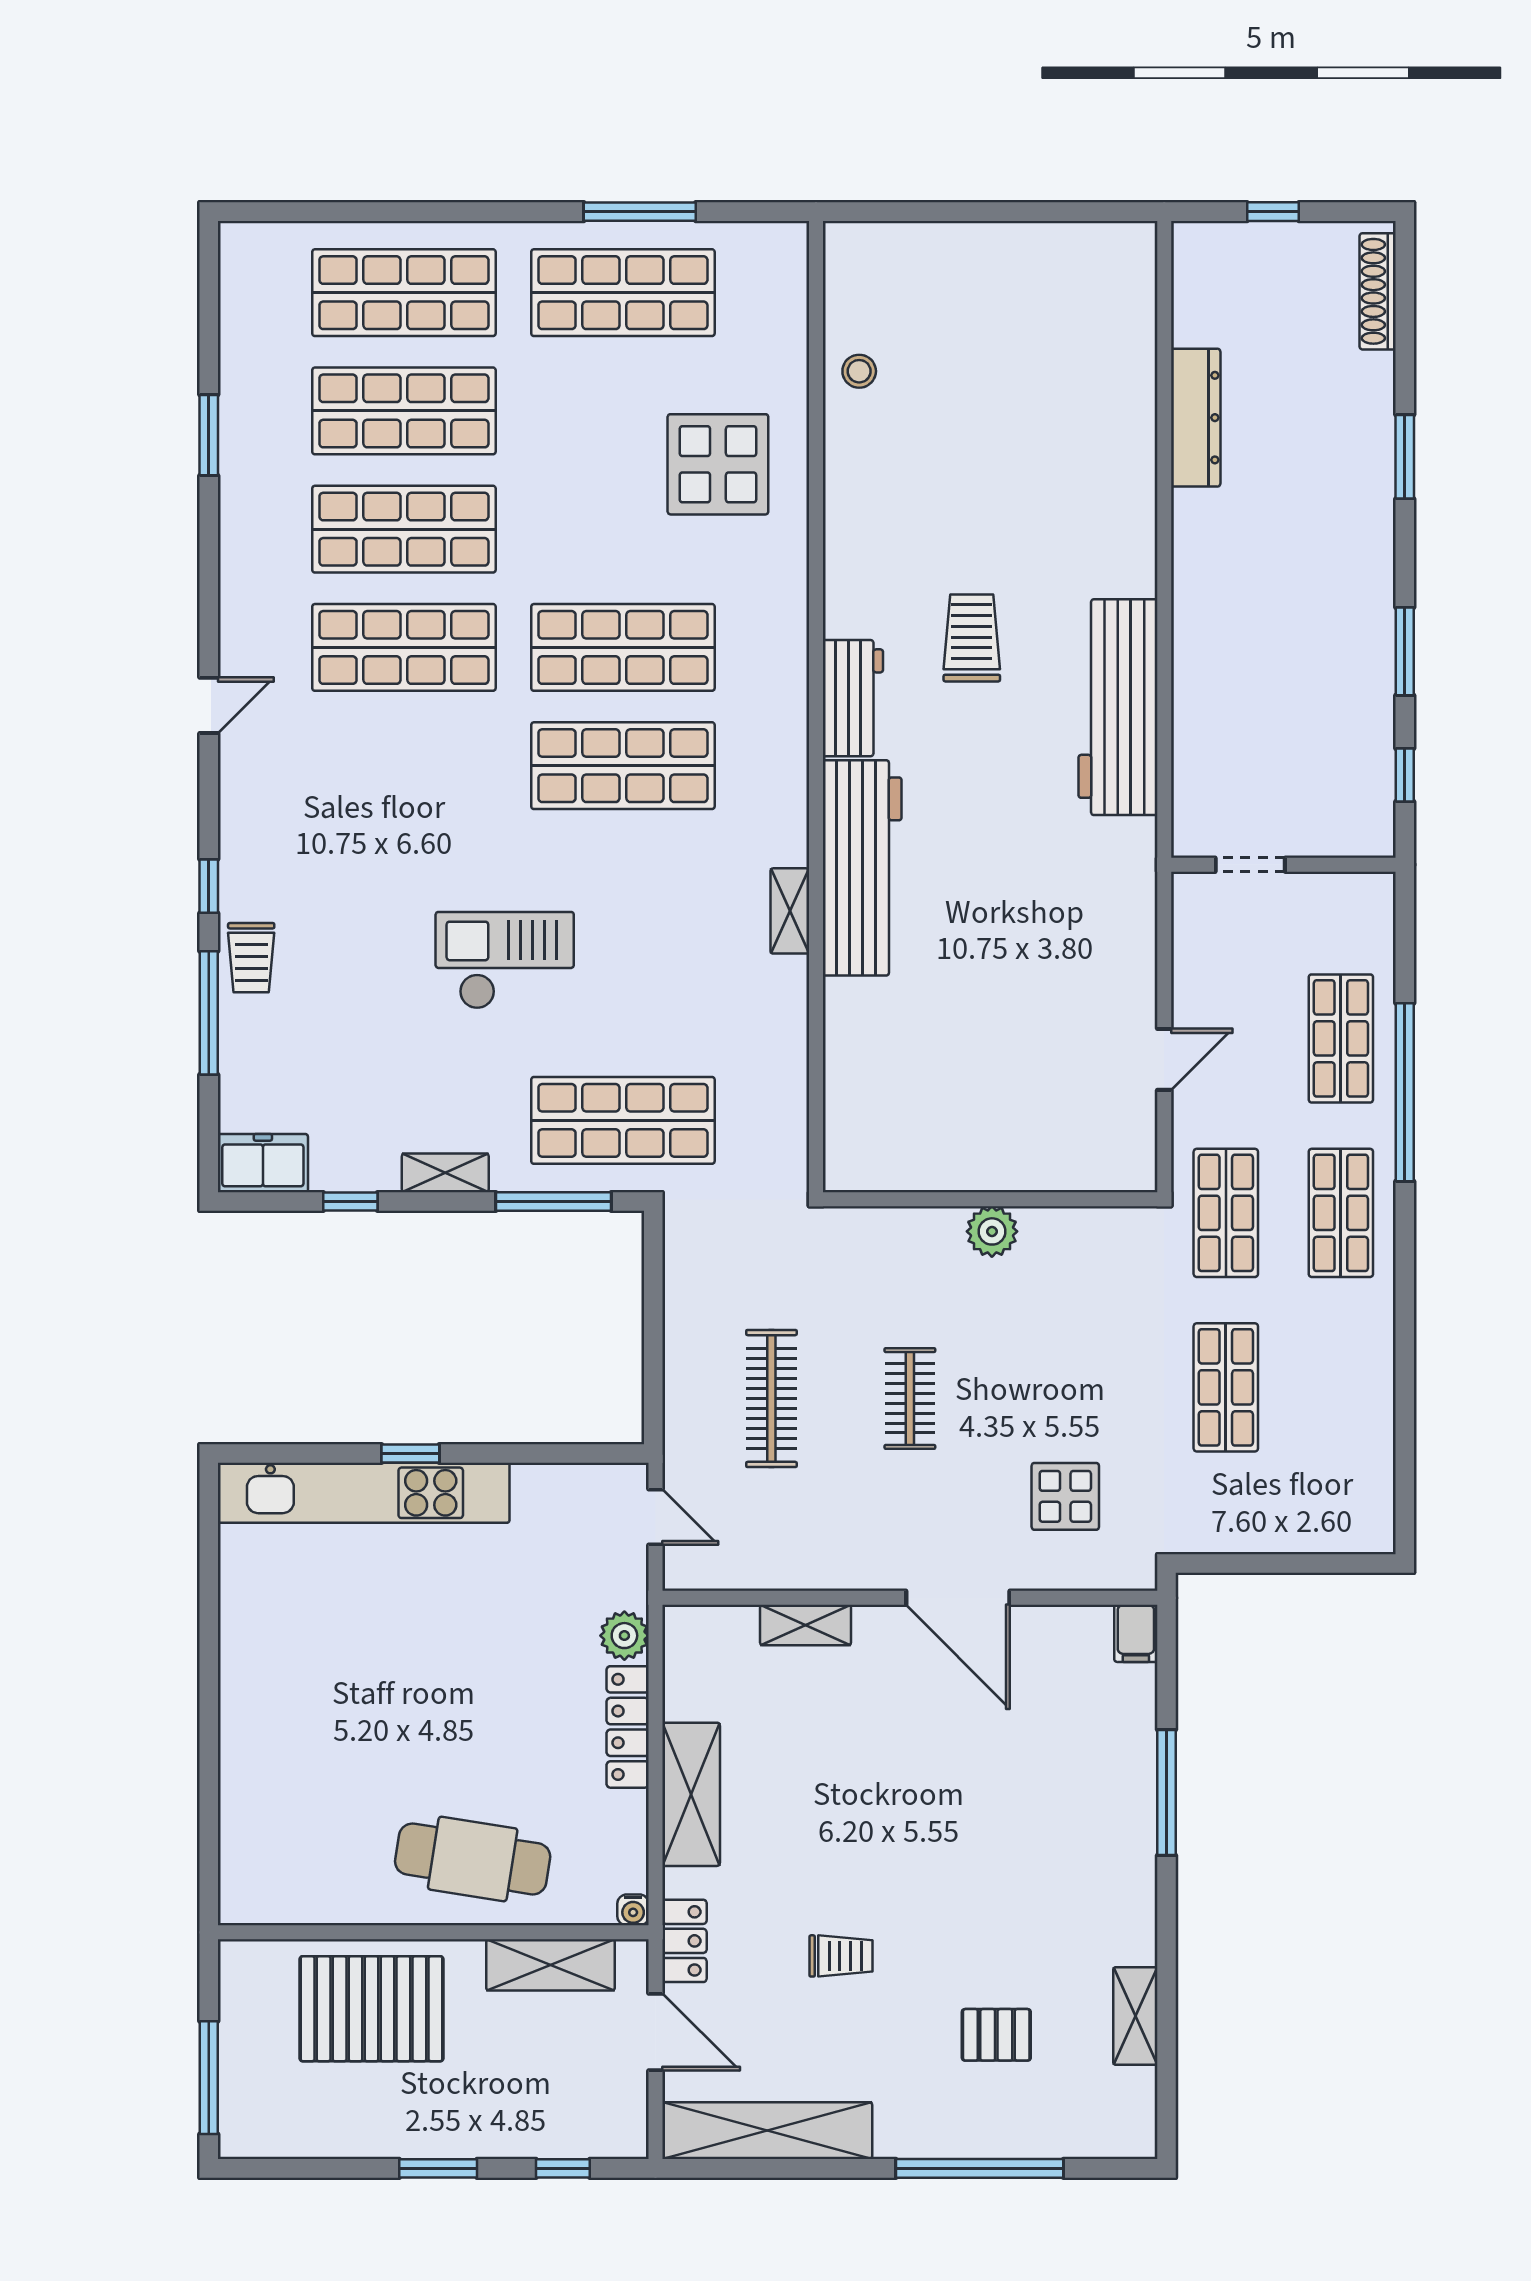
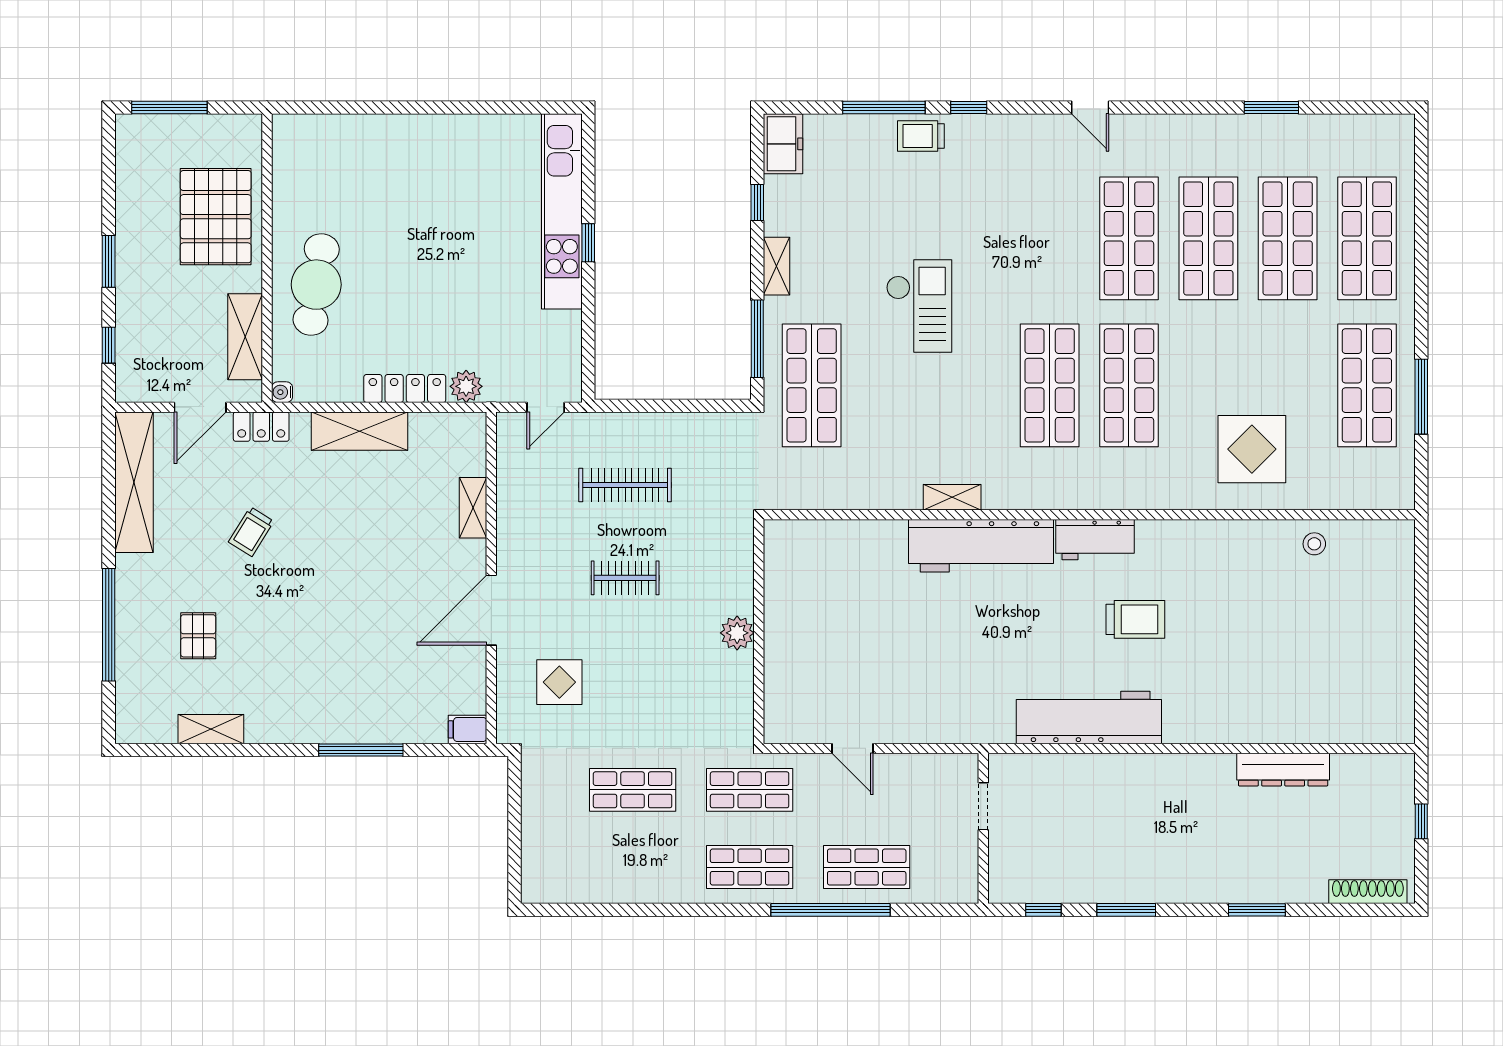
trolley: (841, 1956) -> (251, 532), turned 32

